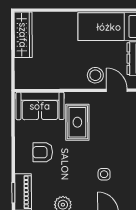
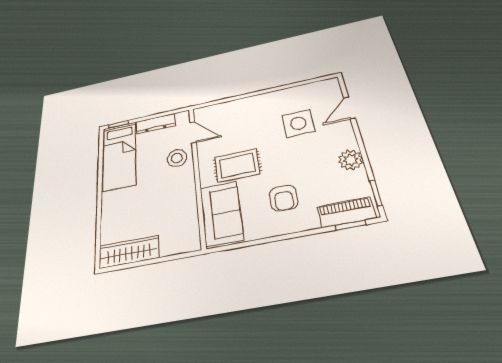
door: (117, 90) -> (193, 132), swing flipped
side table: (104, 174) -> (298, 123), width x1.87, depth x1.87

